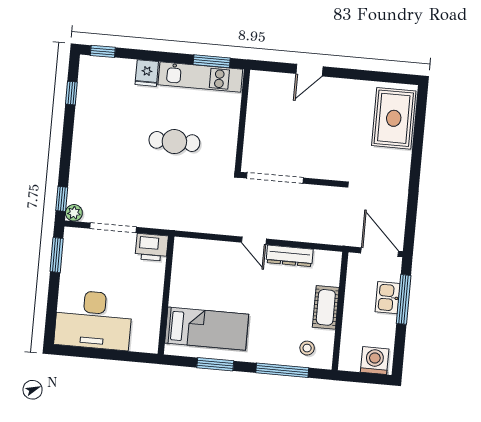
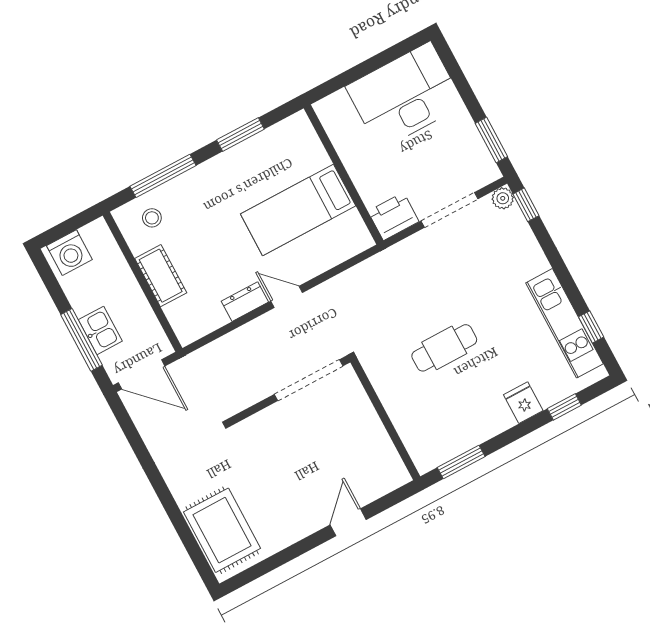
window: (103, 51) -> (564, 407), moved
kitchen unit: (200, 77) -> (565, 323), moved, turned -90
dresser: (290, 256) -> (245, 302), width x0.70
bed: (207, 329) -> (298, 210), moved

